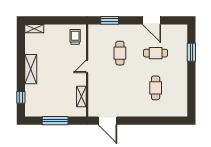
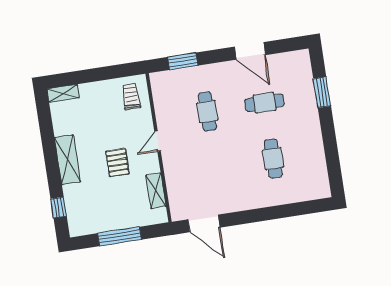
pallet: (61, 76) -> (117, 163), added

